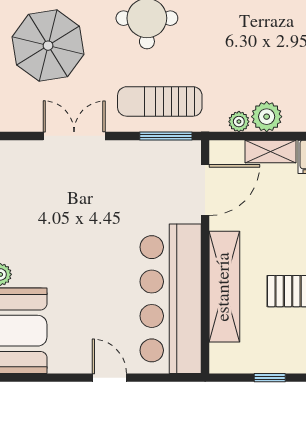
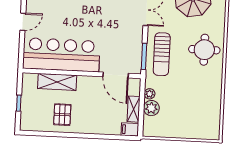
sun lounger: (160, 101) -> (162, 54), turned 180
shelving: (224, 287) -> (57, 82), width x0.68

